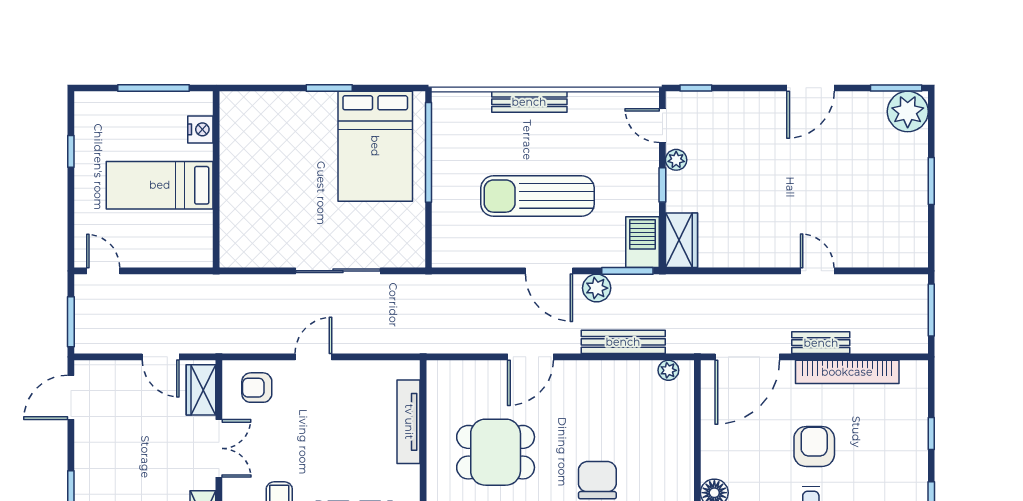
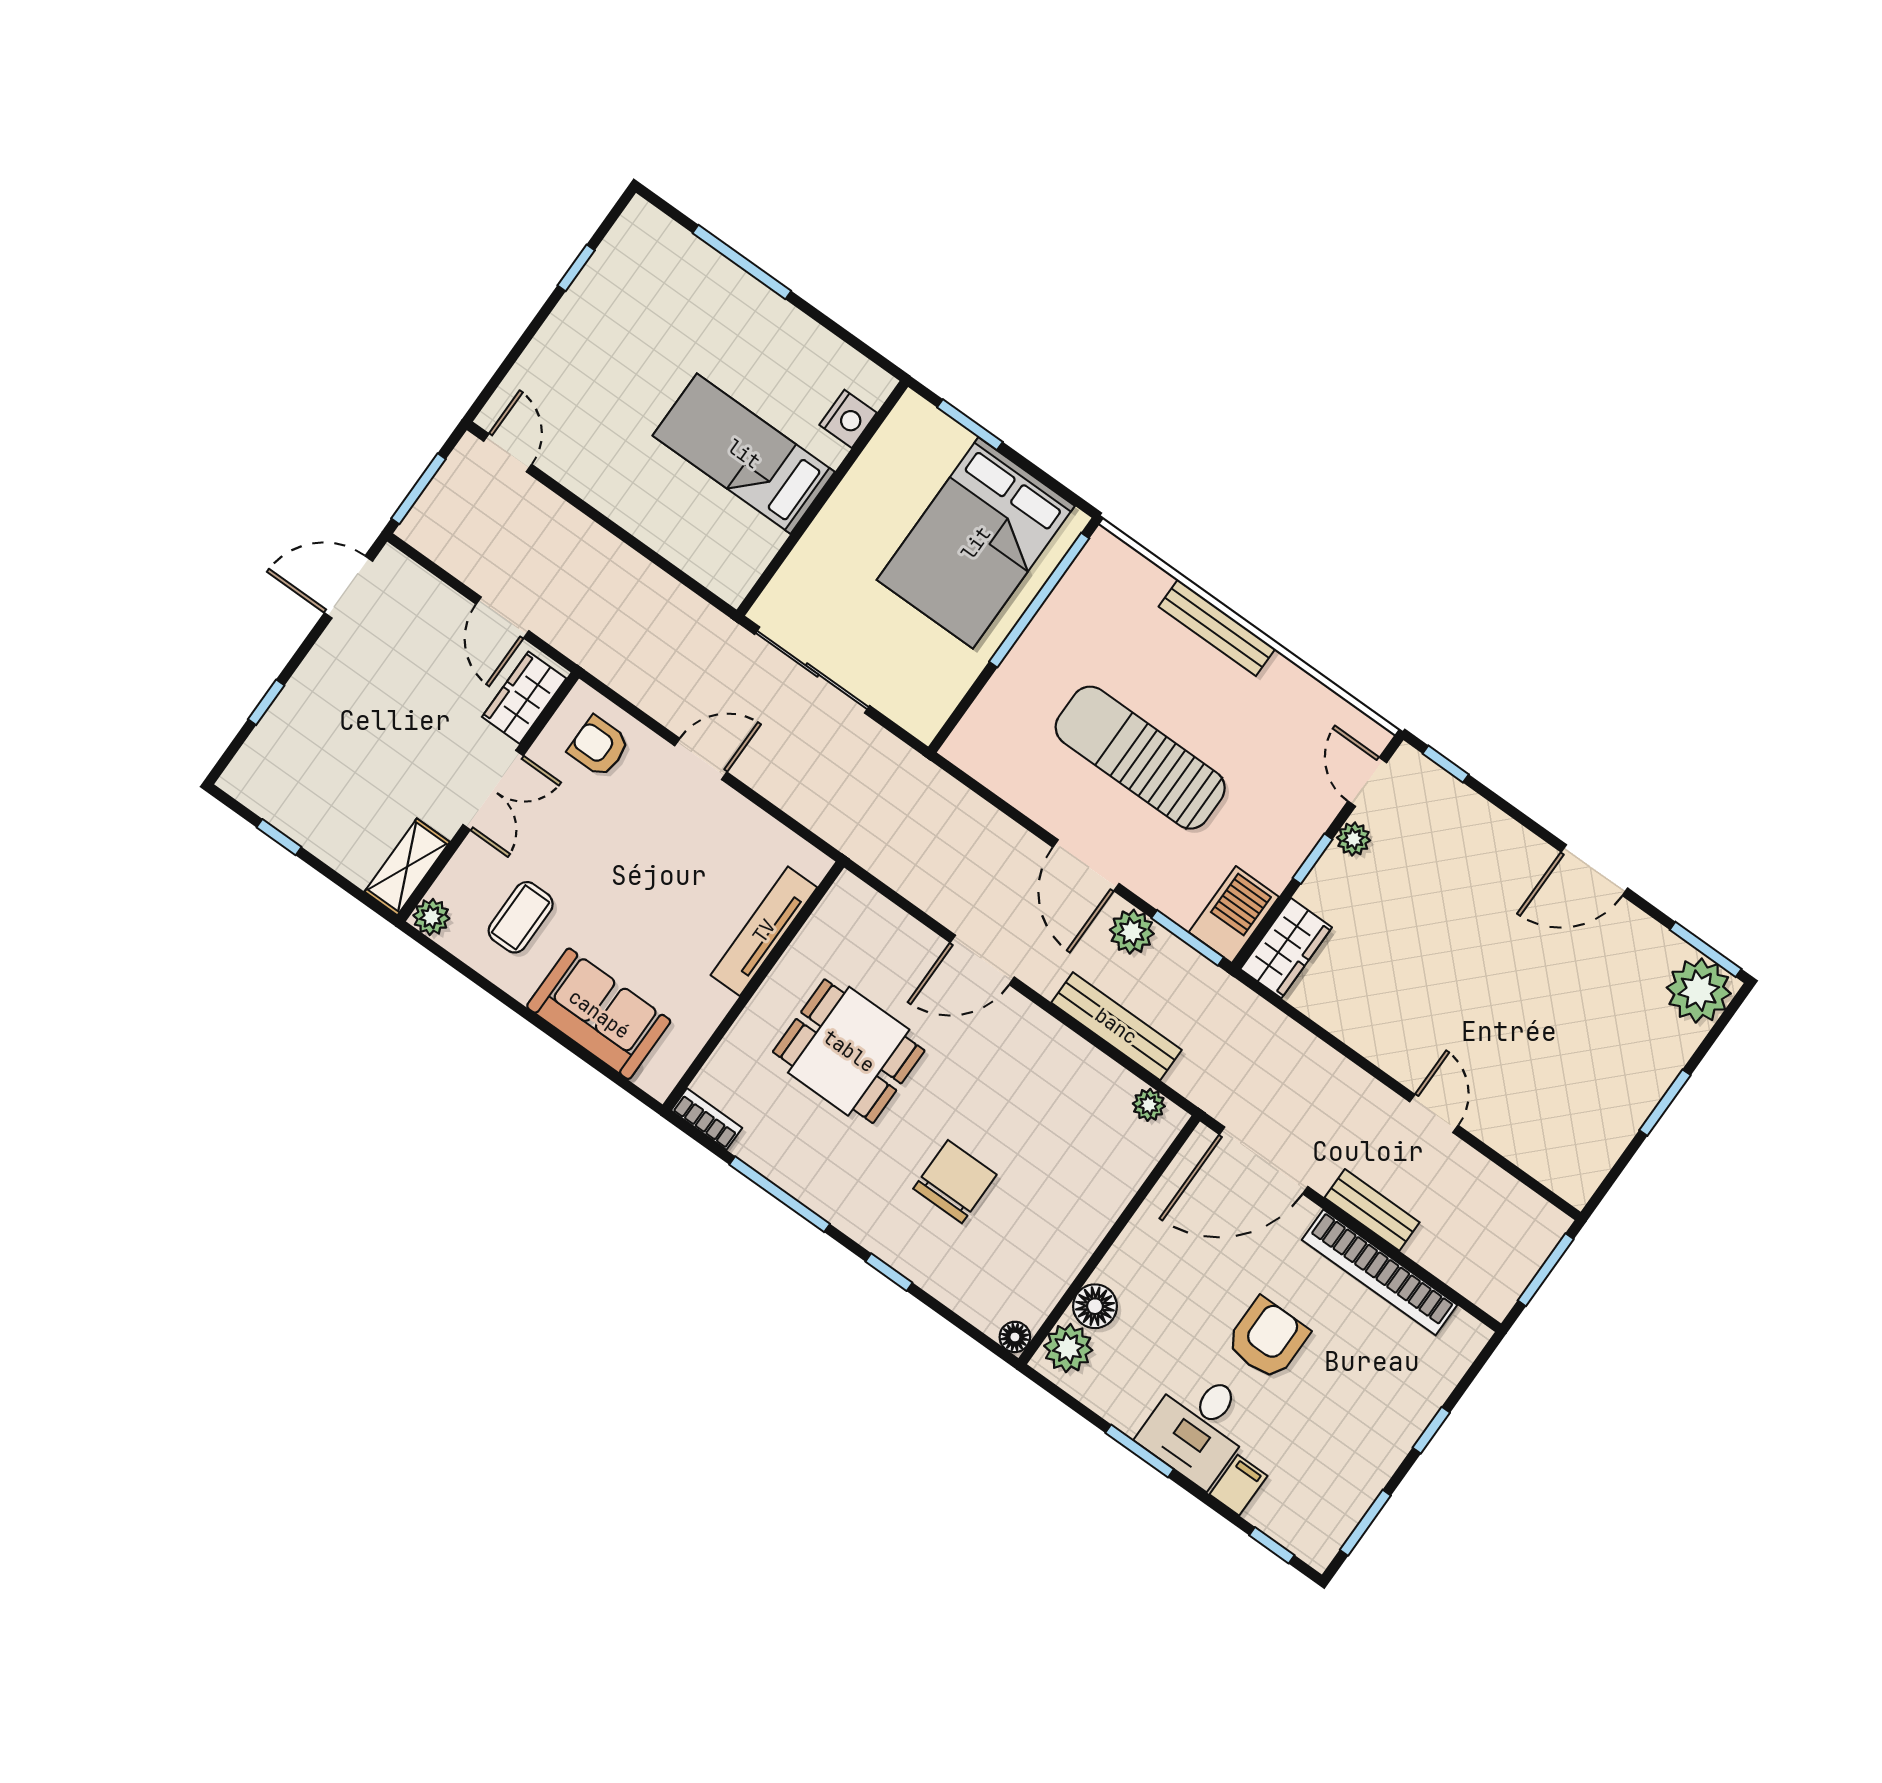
nightstand: (200, 129) -> (848, 419), moved
wall: (216, 179) -> (822, 498), moved
bed: (160, 185) -> (744, 454), moved

